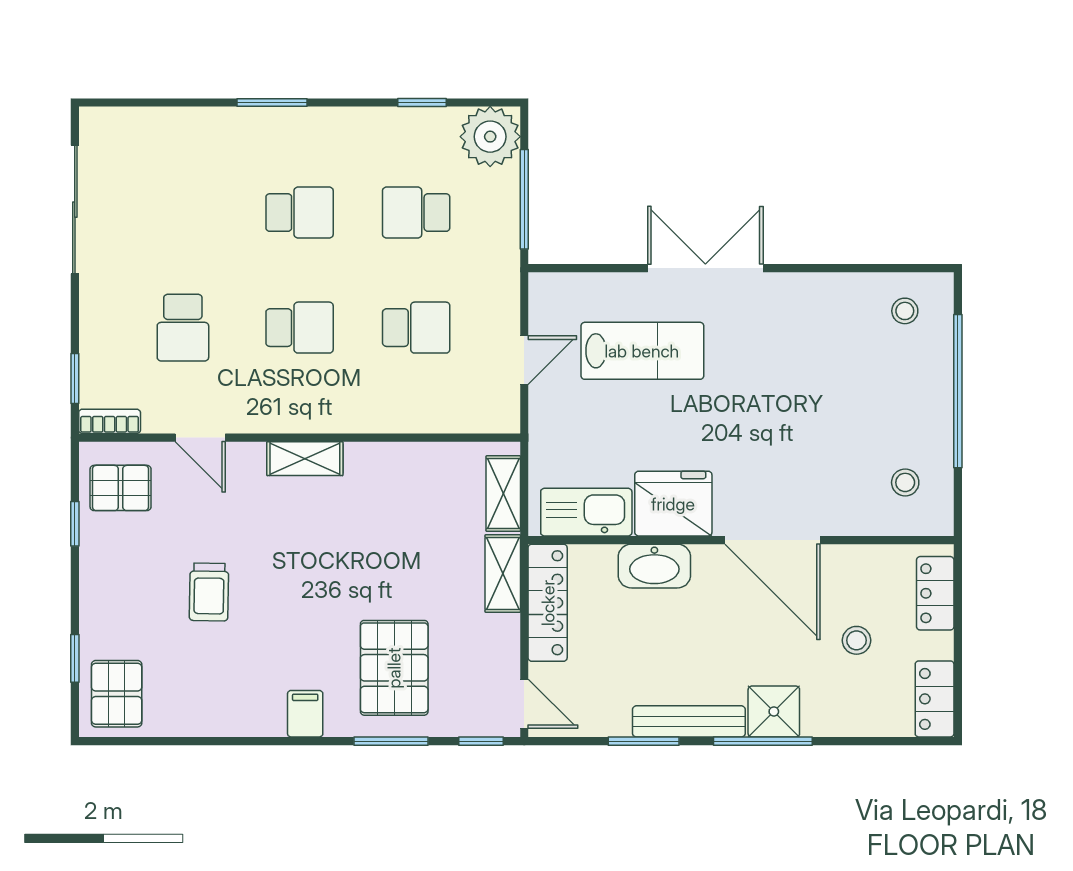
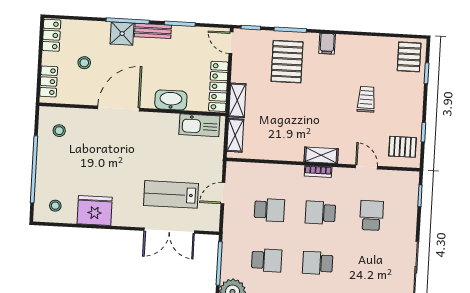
double door: (705, 268) -> (169, 231), moved
school desk: (416, 328) -> (269, 210), turned 180
bookcase: (110, 421) -> (318, 171), moved
fridge: (673, 504) -> (95, 211), moved, turned 180
door: (772, 540) -> (119, 109), hinge flipped
bench: (689, 721) -> (153, 31), width x0.73

